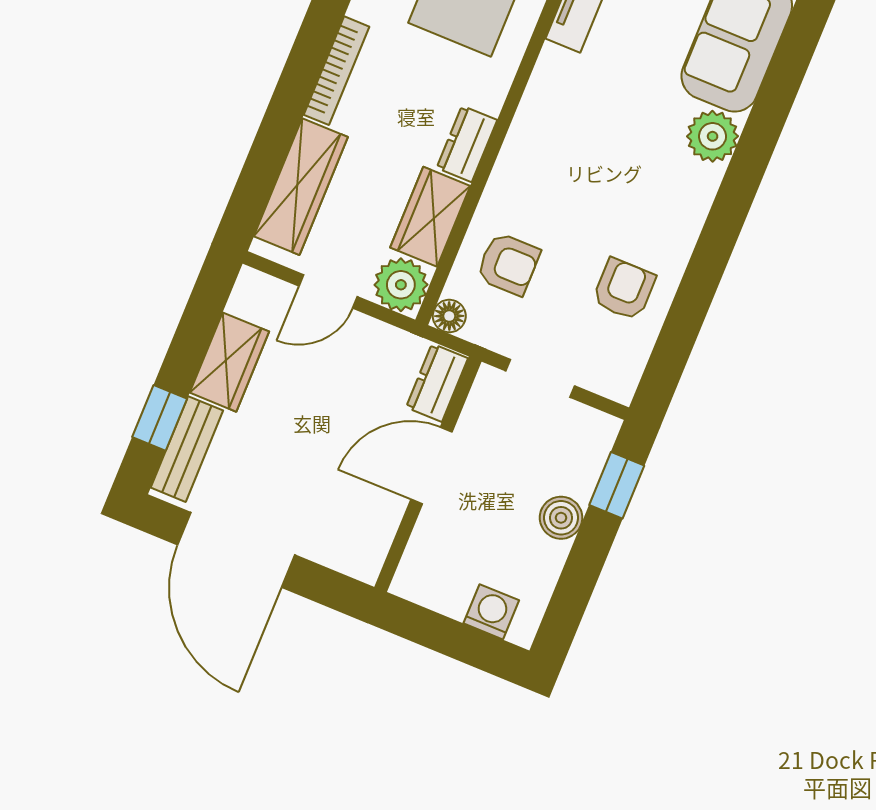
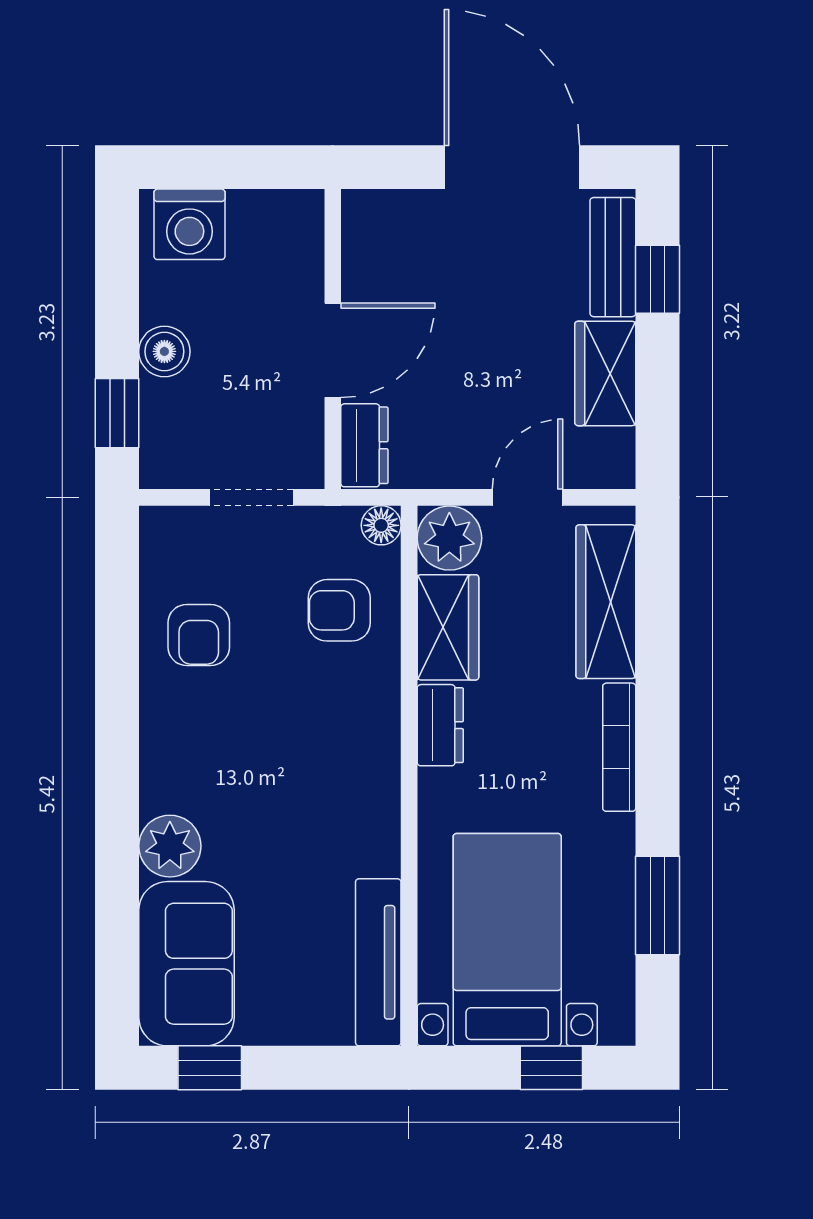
washing machine: (491, 612) -> (189, 224), width x1.38, depth x1.38

